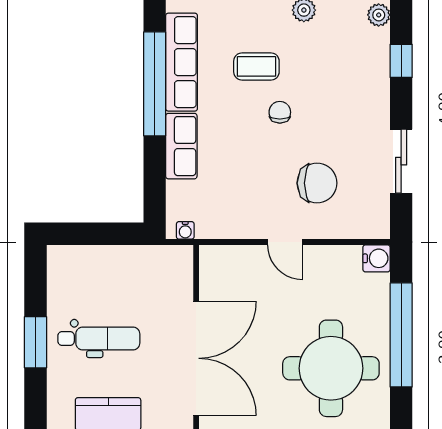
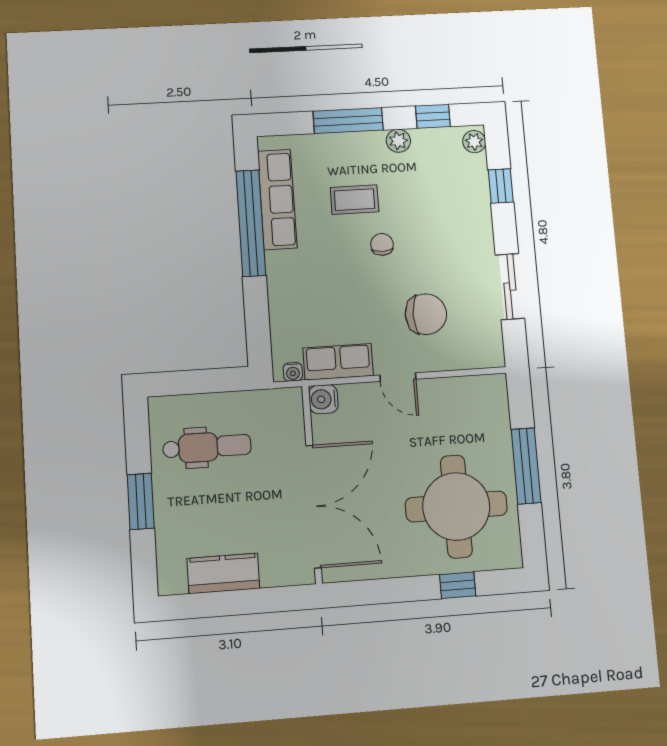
row of seats: (181, 146) -> (338, 362), moved, turned -90
water cooler: (376, 258) -> (323, 399), moved, turned 180
window: (401, 335) -> (526, 466), width x0.68
dental chair: (99, 338) -> (207, 447), moved

